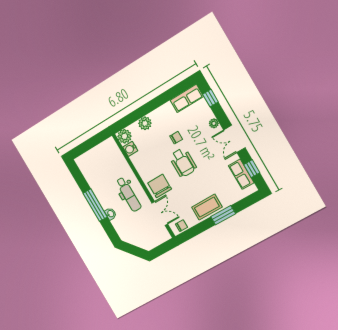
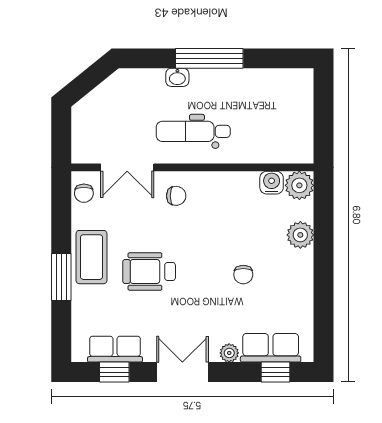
row of seats: (187, 98) -> (271, 348), moved, turned 90
wheelchair: (183, 163) -> (149, 271), moved
chair: (160, 186) -> (176, 196), width x0.54, depth x0.54

